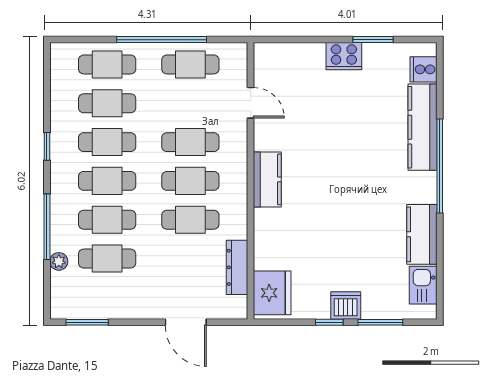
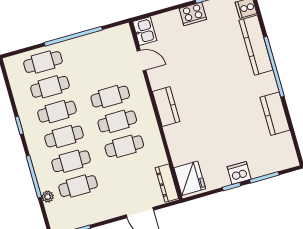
cafe table: (190, 64) -> (96, 47), removed
dresser: (237, 267) -> (167, 183), moved
kitchen sink: (423, 285) -> (145, 31), moved, turned 180

